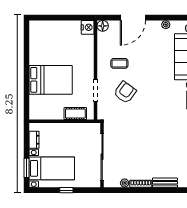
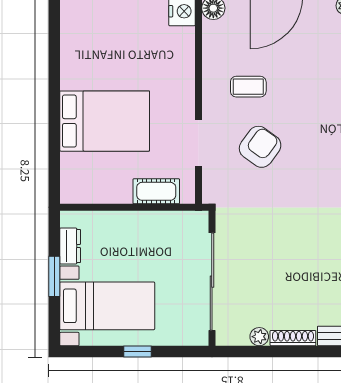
window: (27, 168) -> (54, 276), moved

